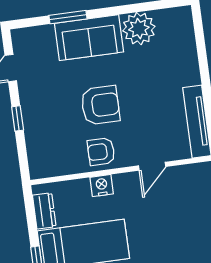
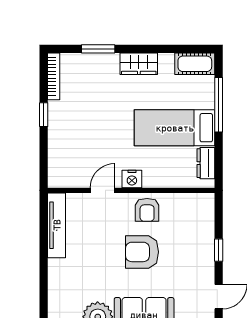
armchair: (101, 152) -> (147, 210), turned 90
nightstand: (102, 186) -> (132, 179), moved

